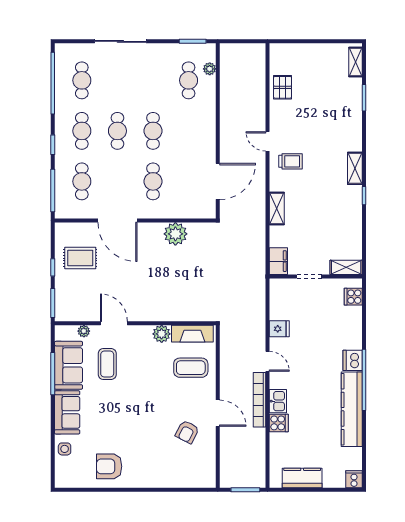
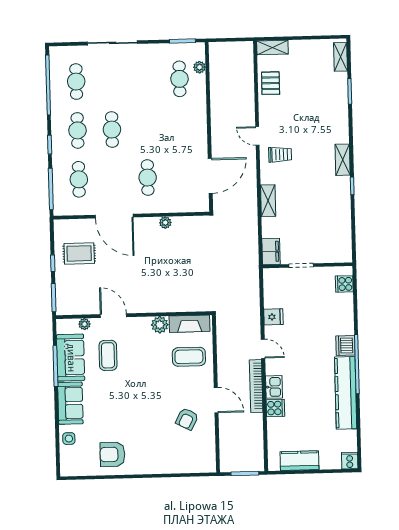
cafe table: (153, 131) -> (146, 129), removed
plant: (175, 234) -> (165, 223), width x0.53, depth x0.53
shelving: (346, 267) -> (272, 47), moved

